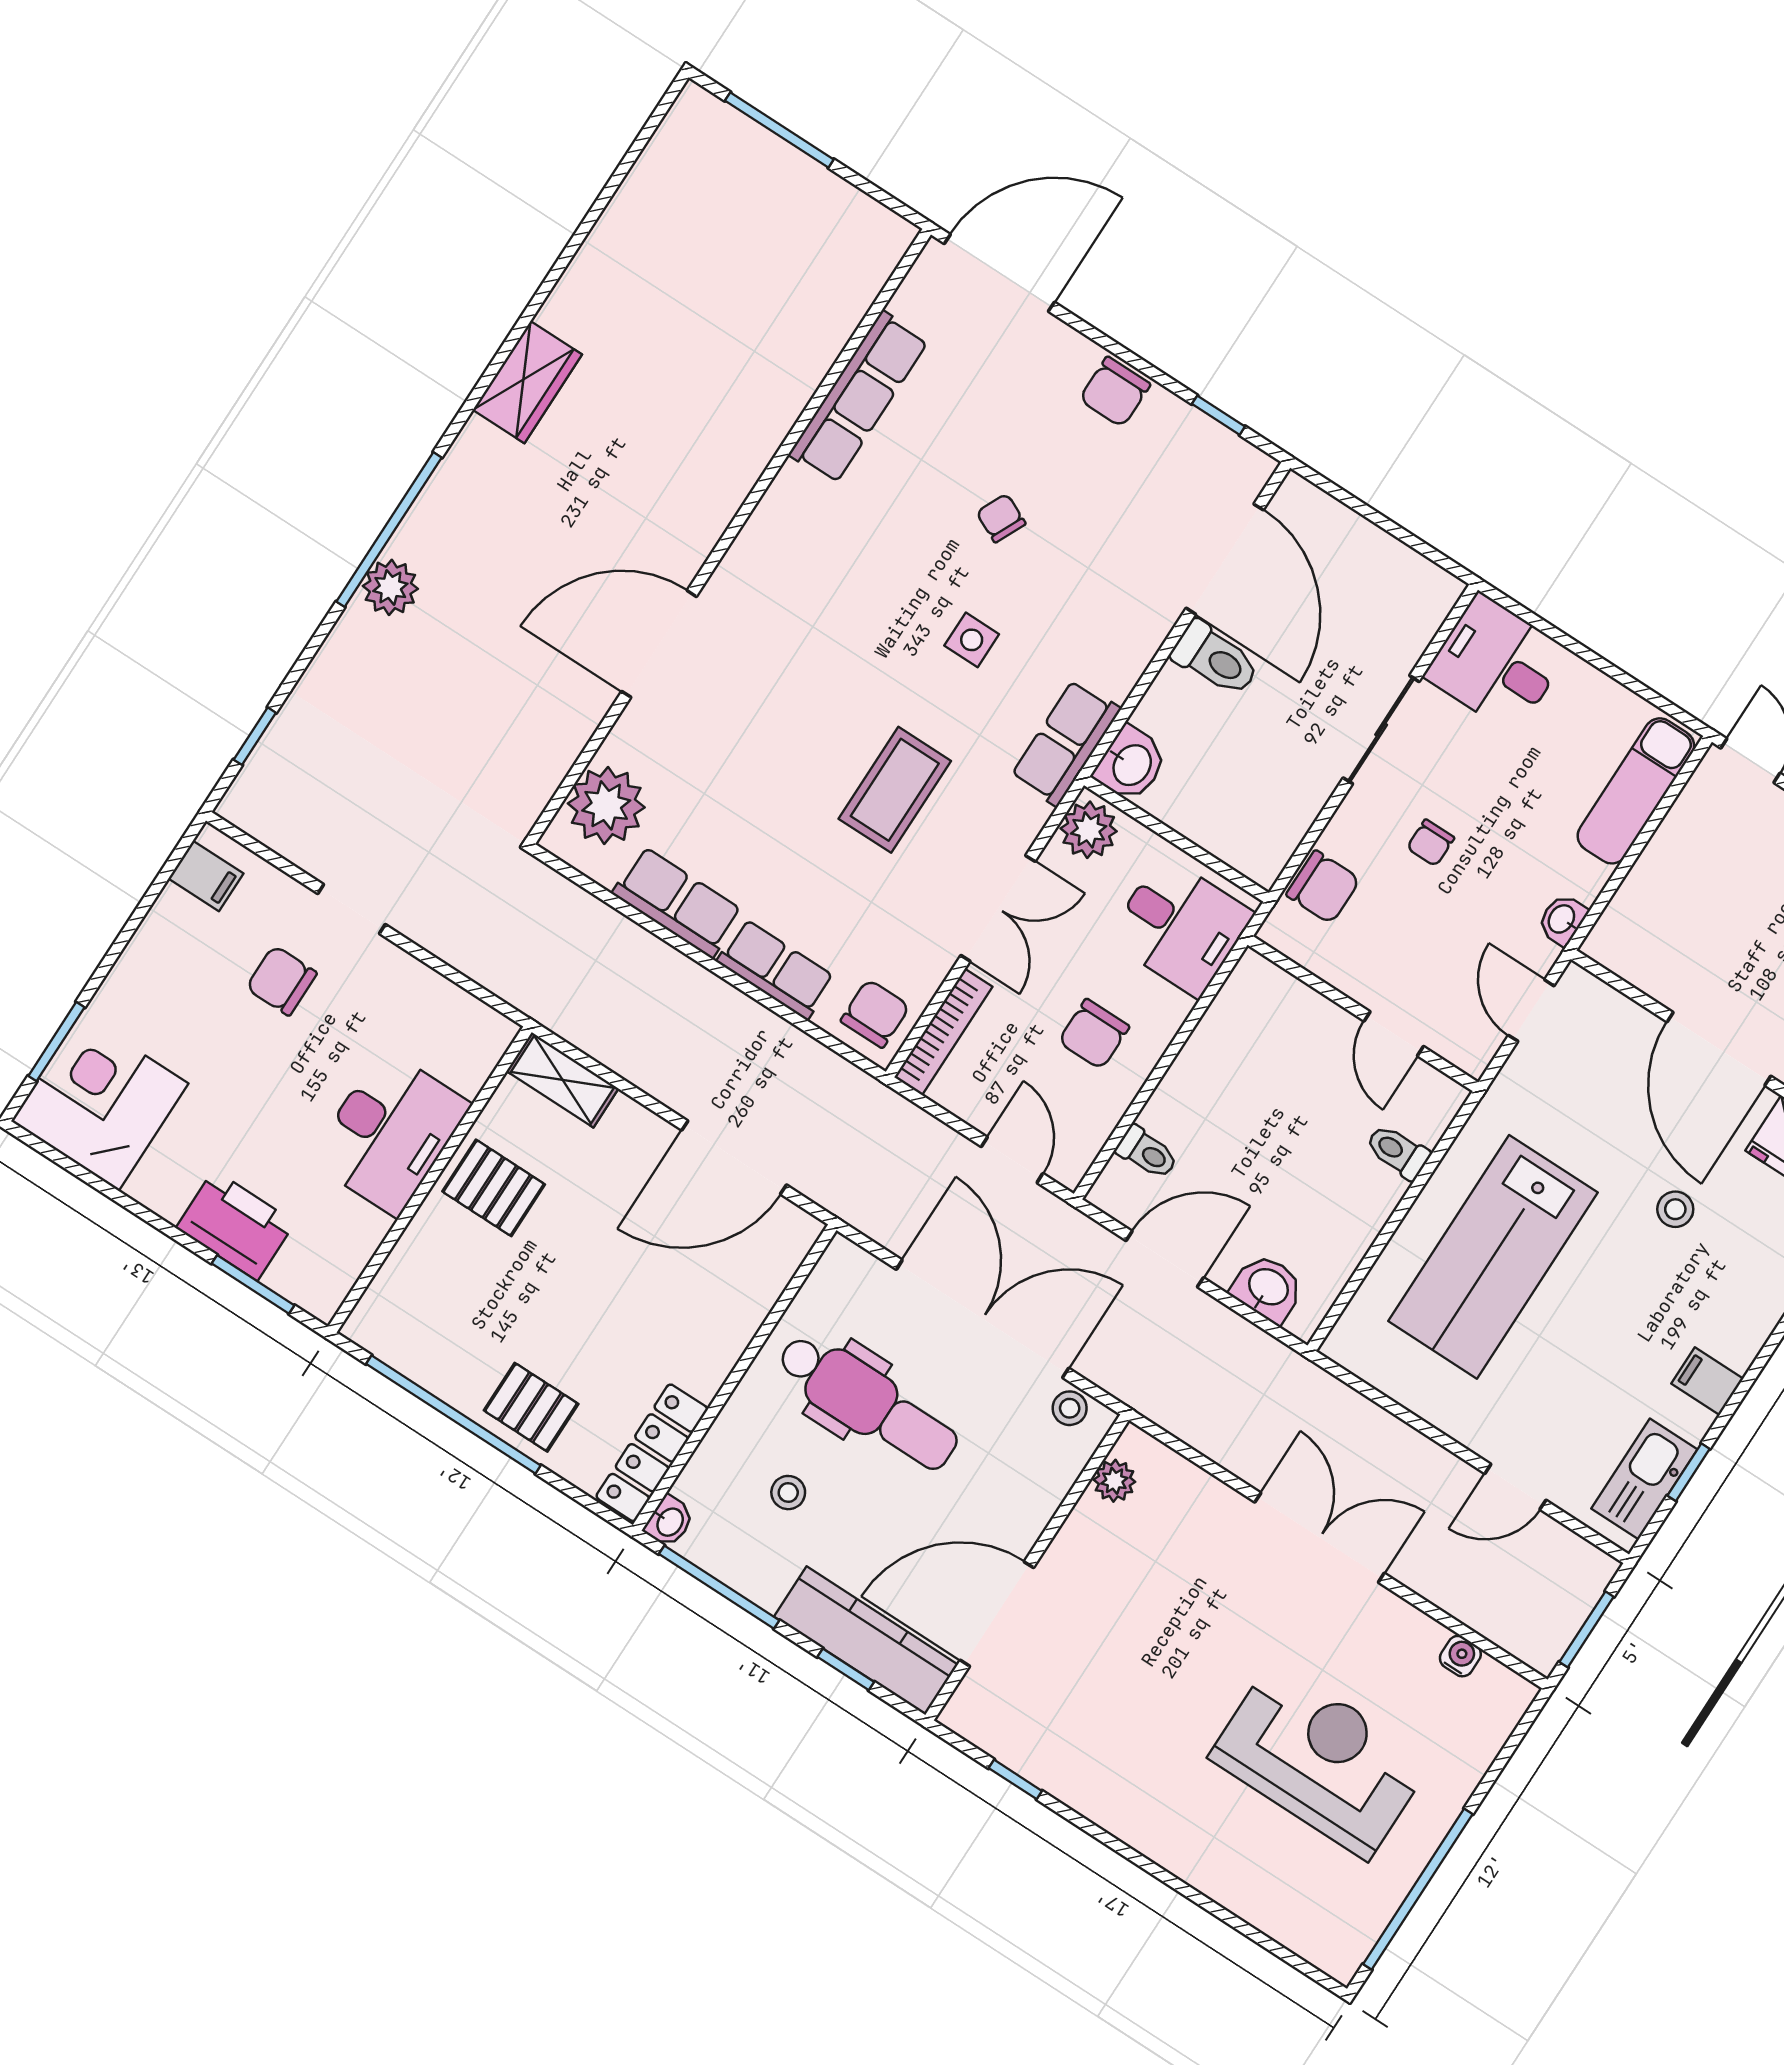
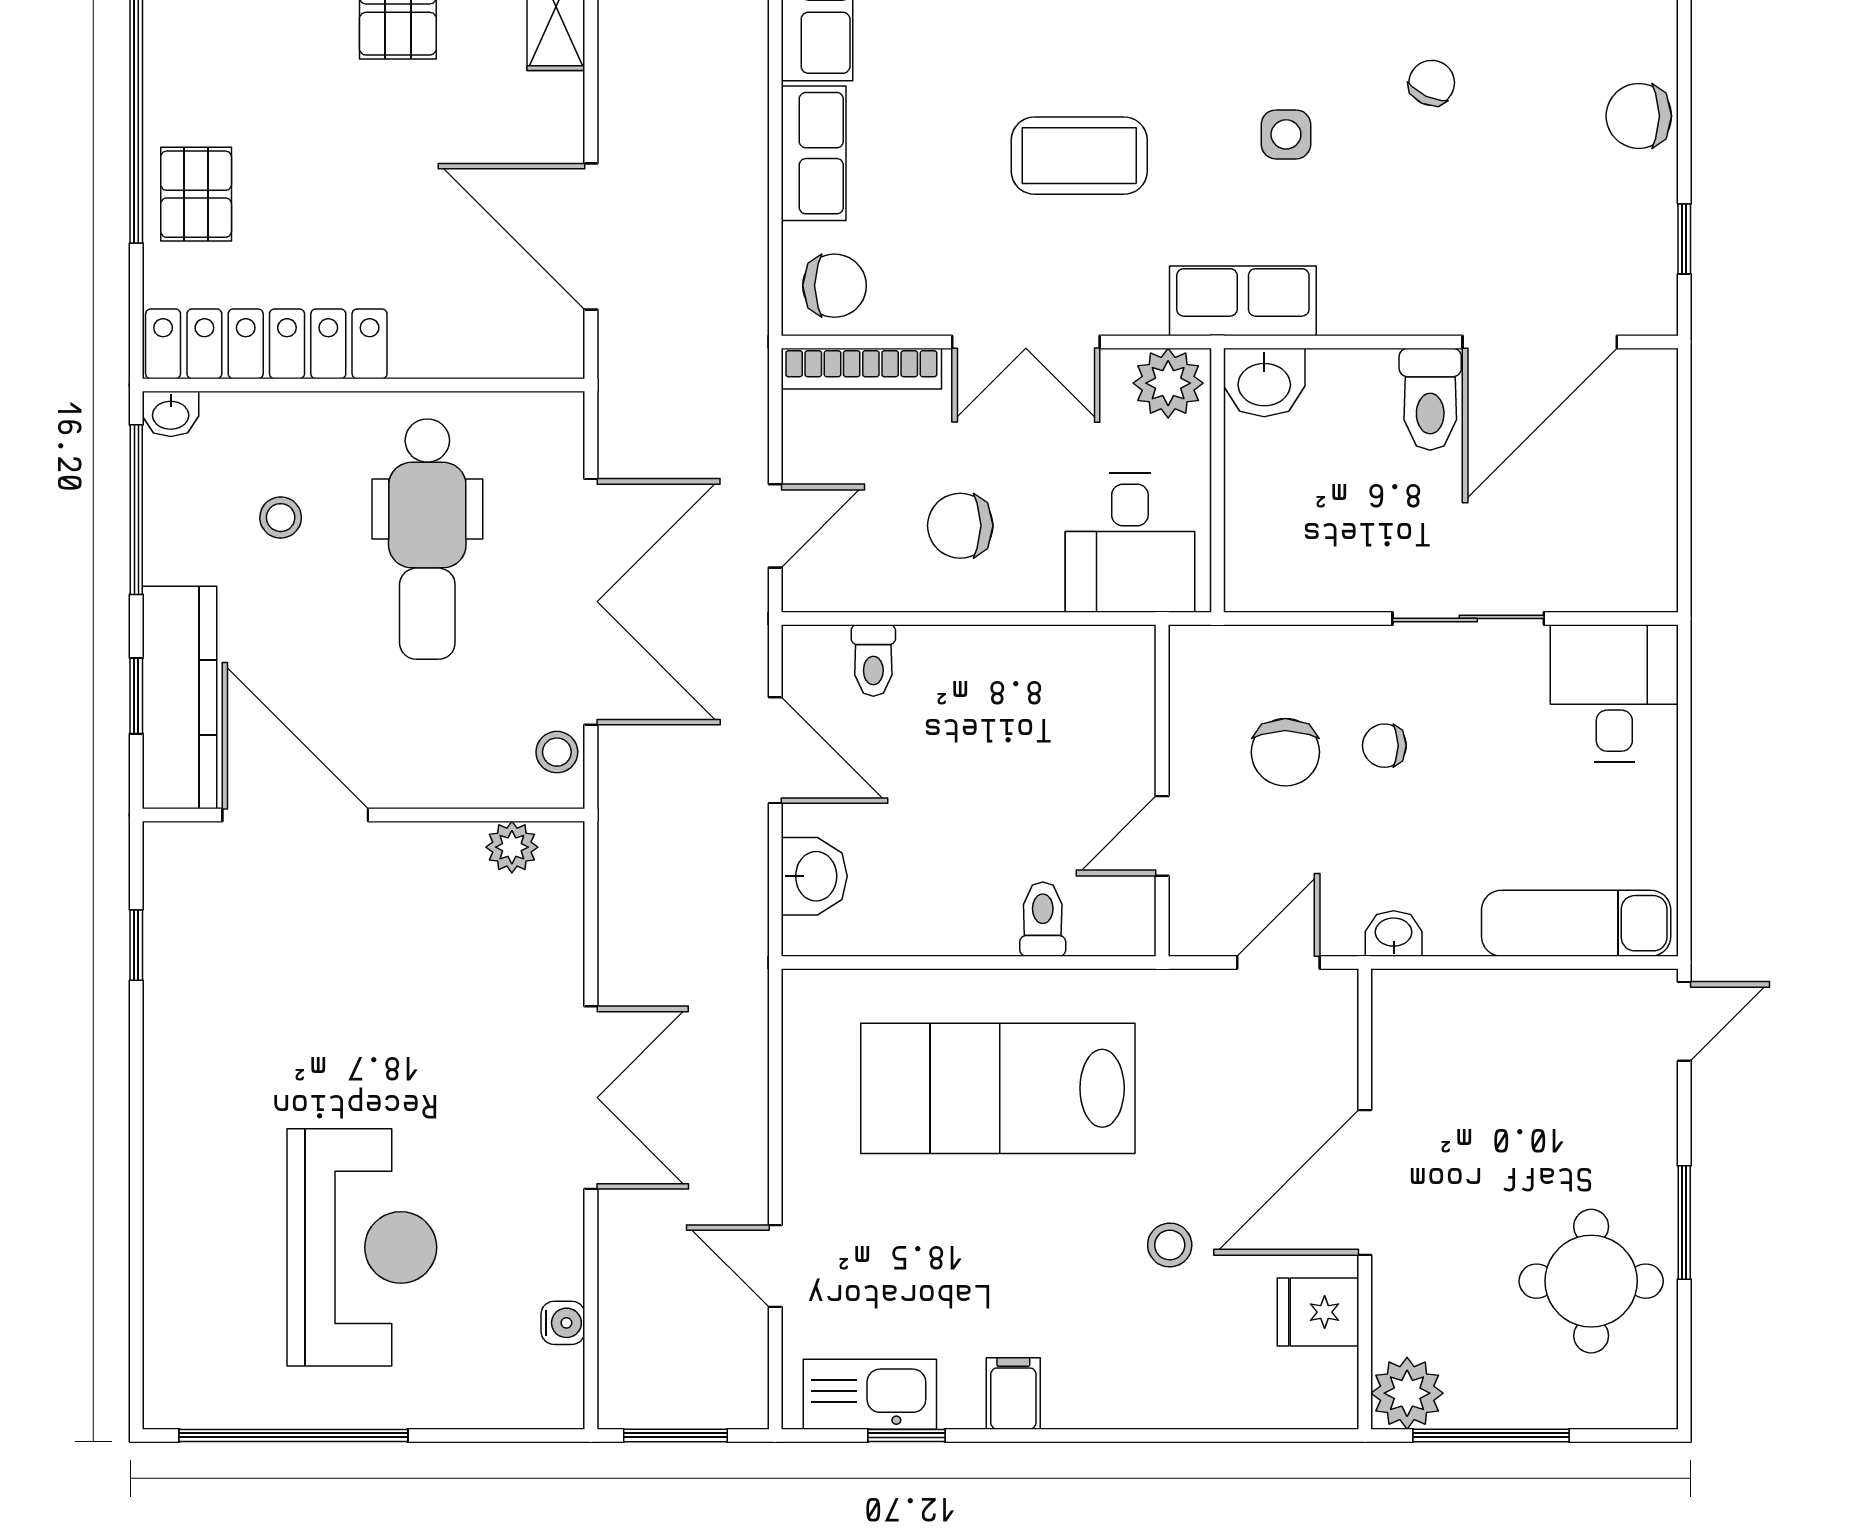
chair: (1323, 887) -> (1285, 752), moved
locker: (652, 1453) -> (266, 344), width x1.41, depth x1.21

